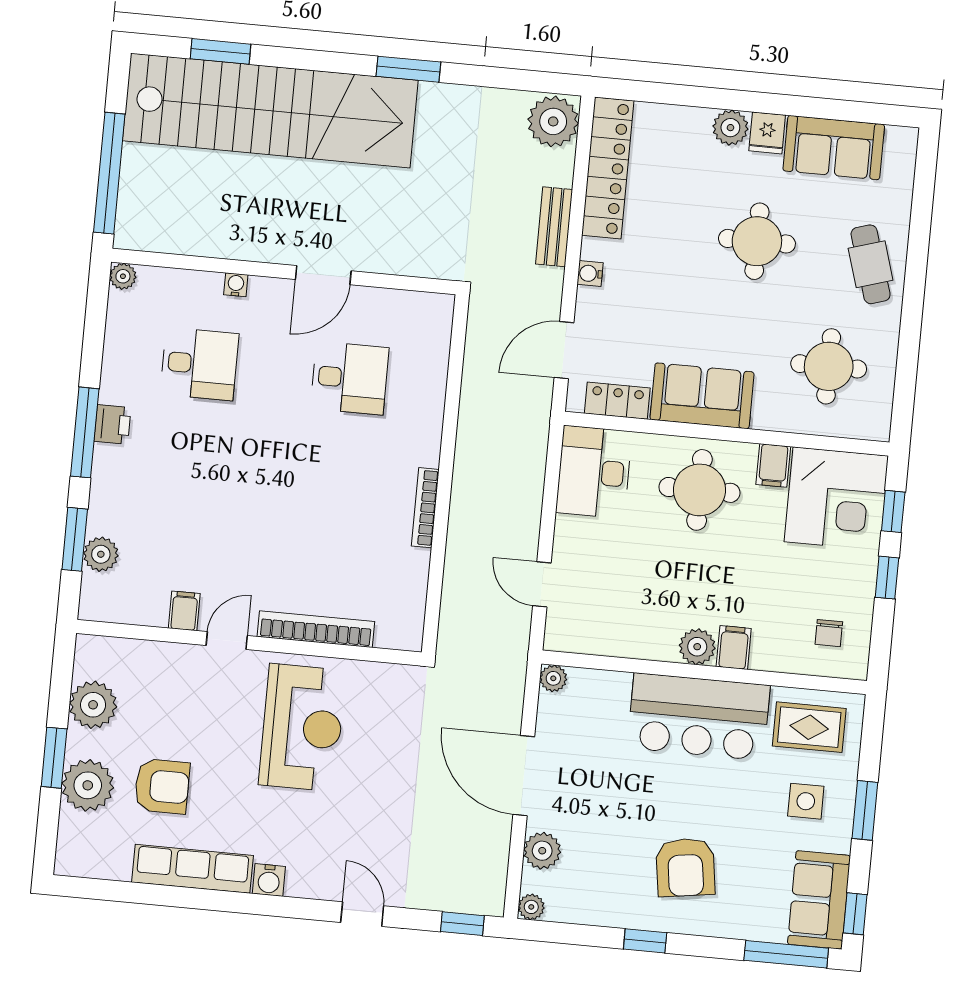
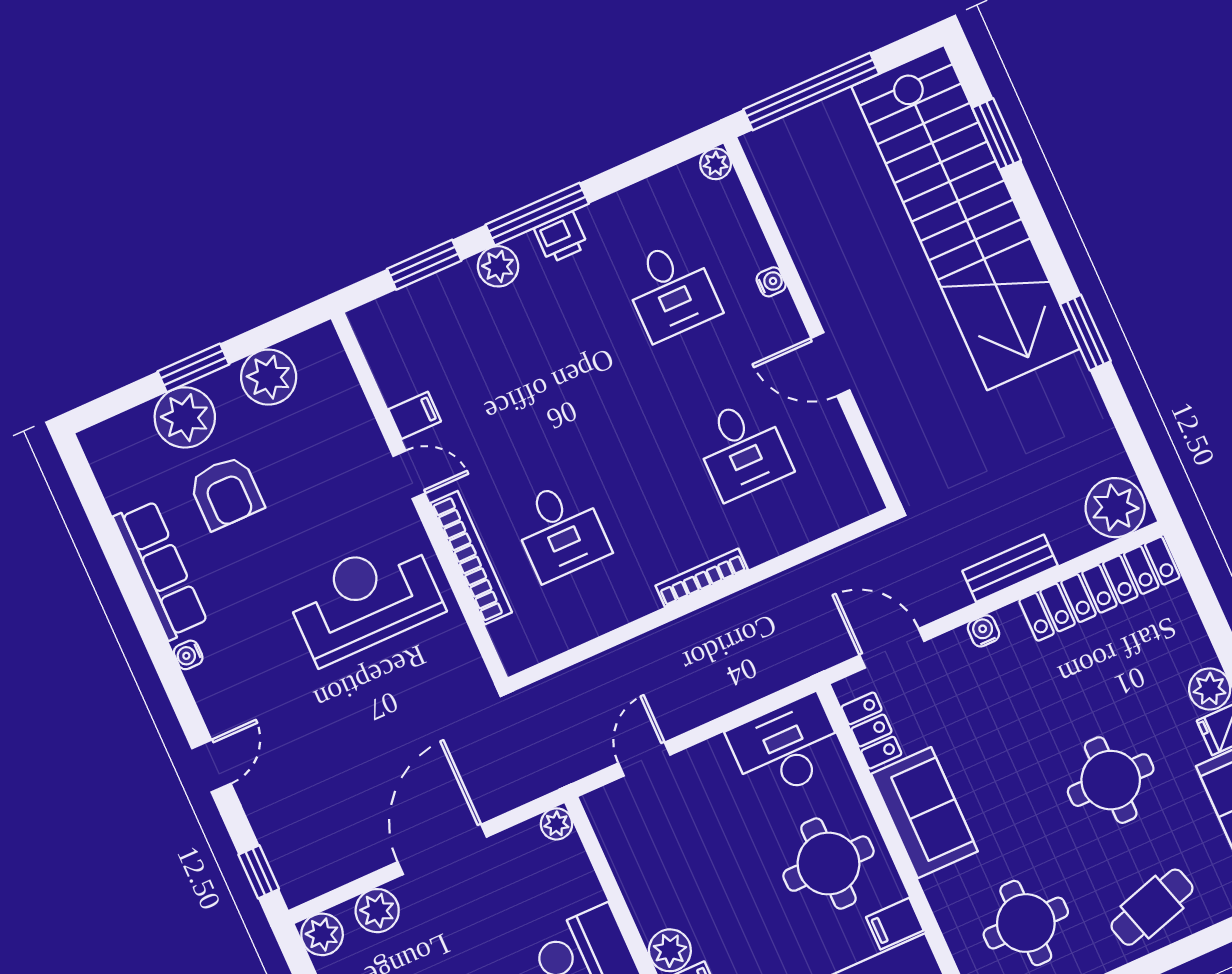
bookcase: (425, 508) -> (702, 578), moved
desk: (333, 550) -> (560, 530), added
plant: (101, 554) -> (498, 266), moved
reception desk: (302, 727) -> (365, 600), turned 180
water cooler: (269, 880) -> (188, 655), width x0.72, depth x0.72
plant: (531, 907) -> (322, 934), width x1.38, depth x1.38

